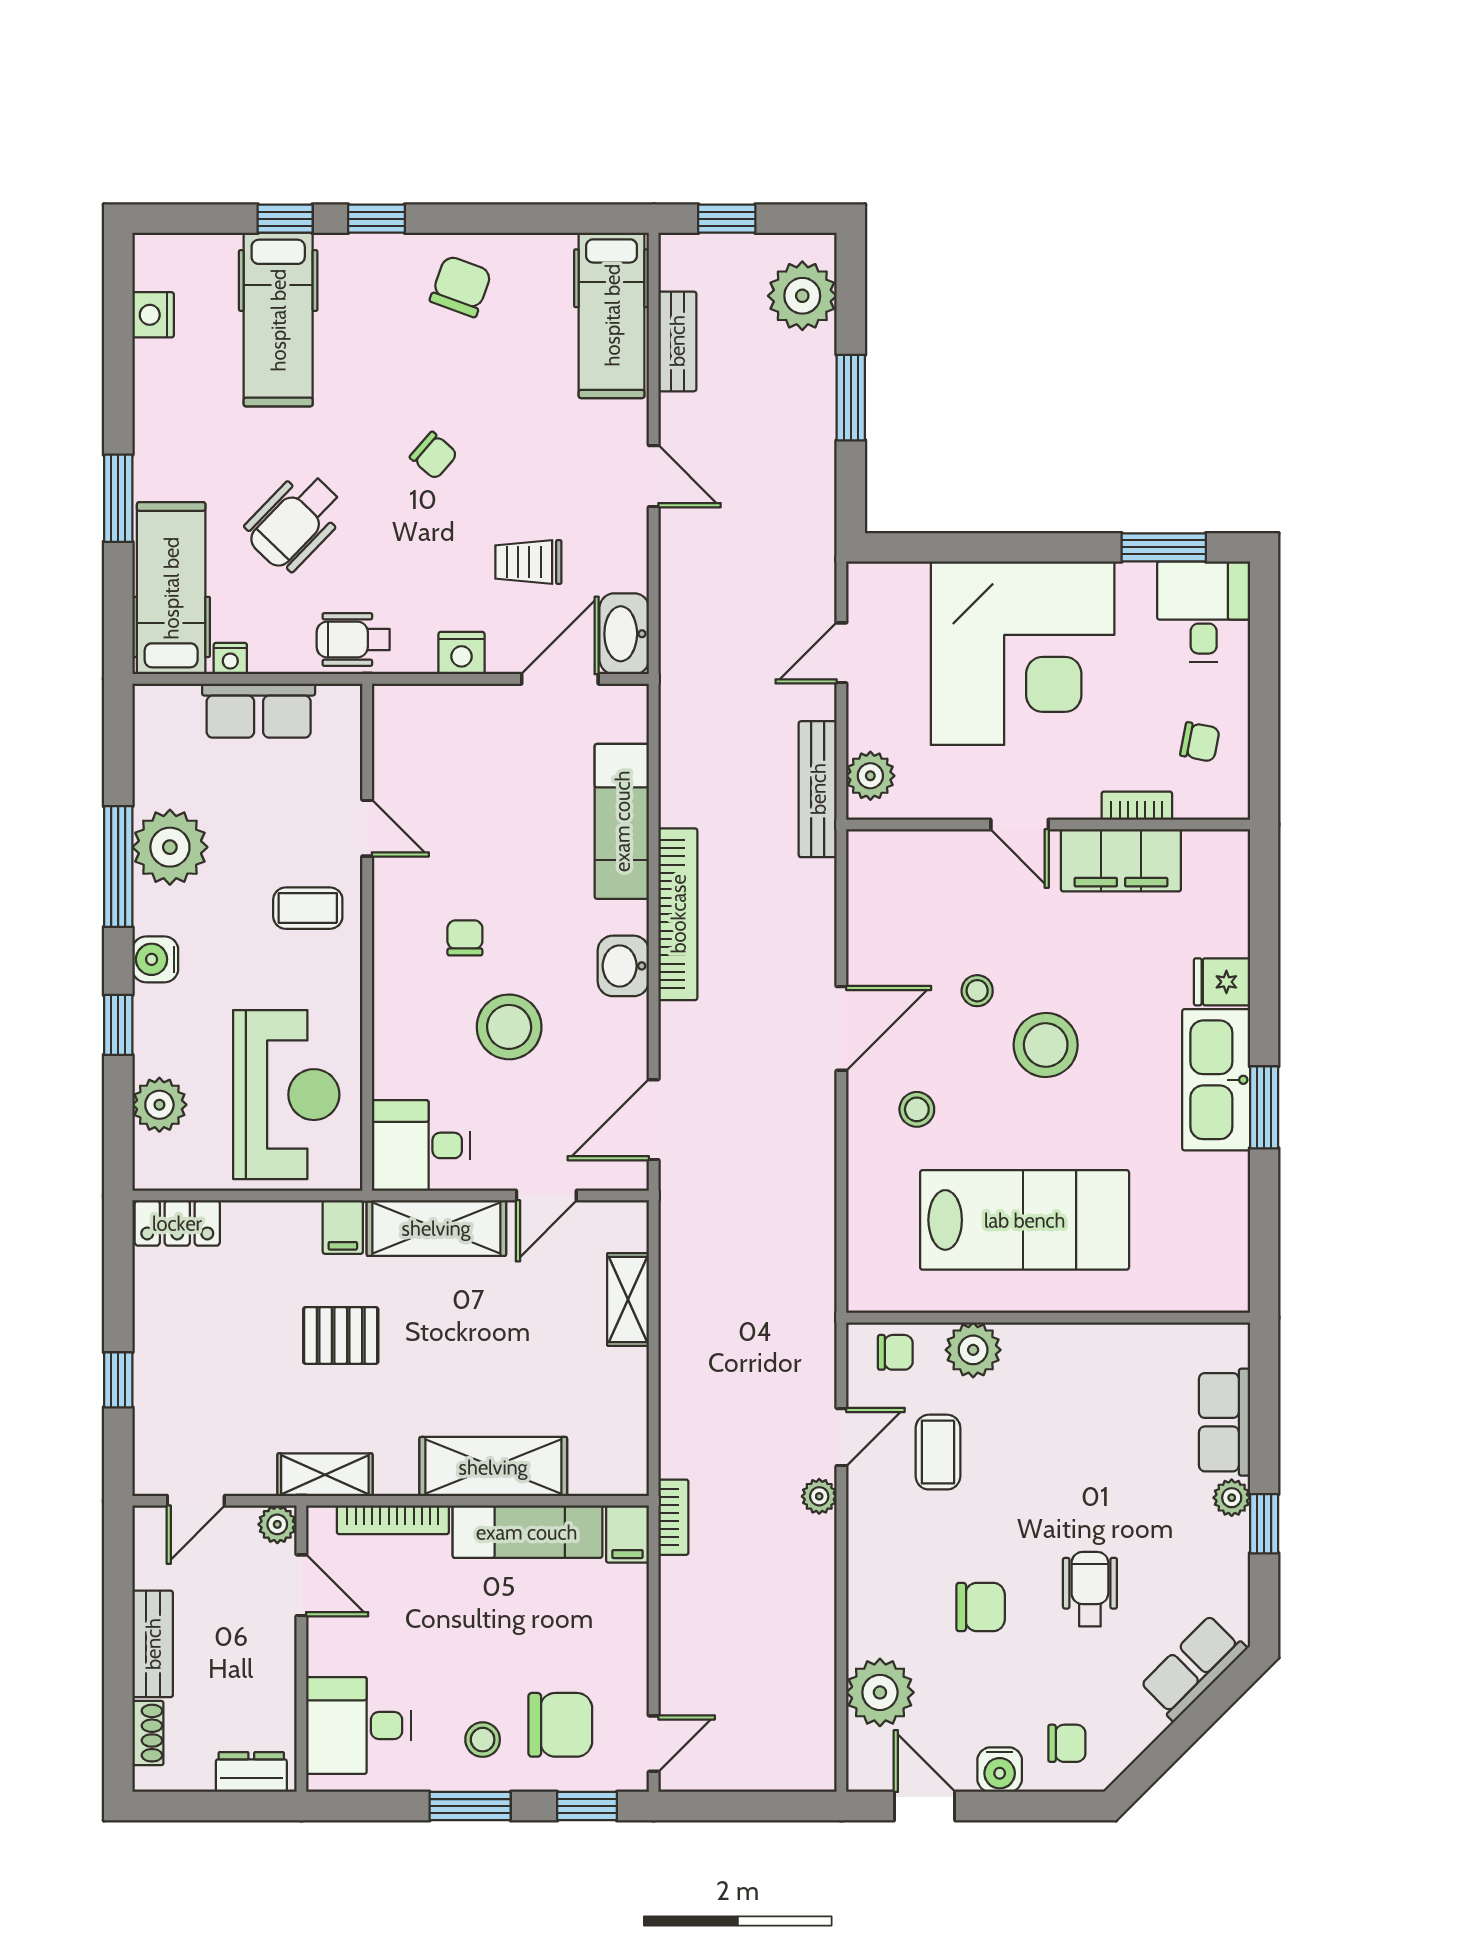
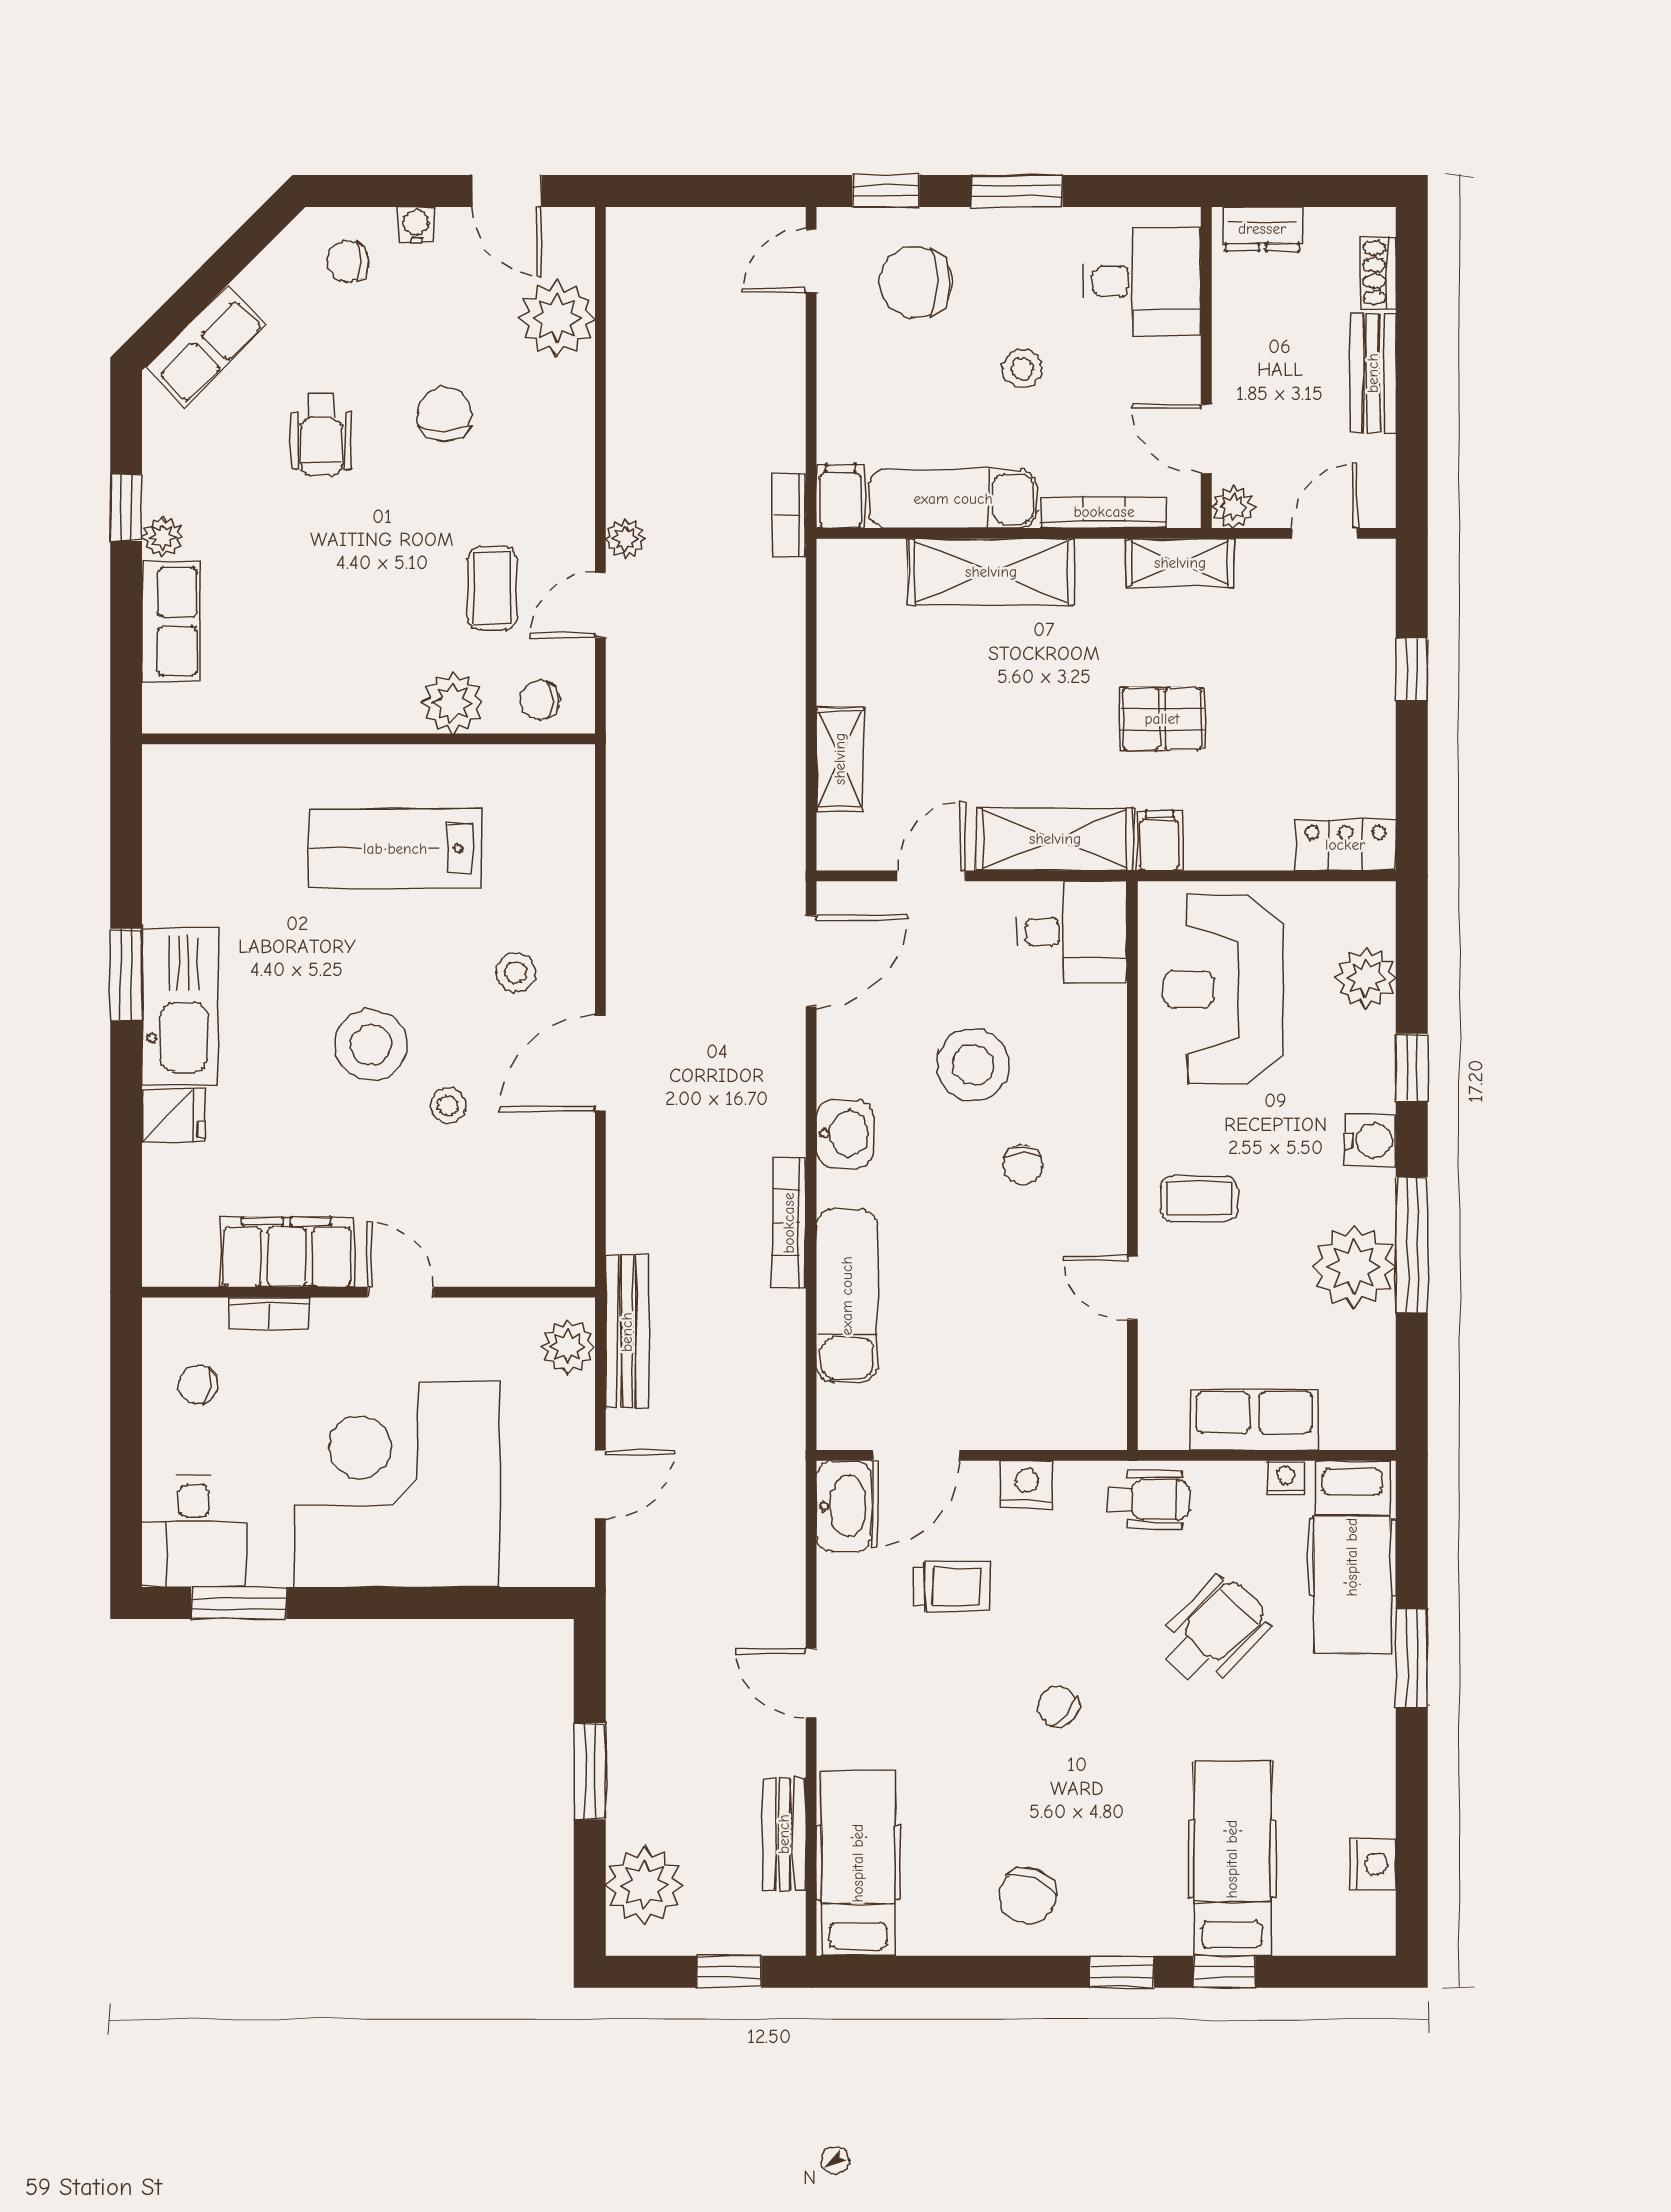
bookcase: (678, 914) -> (789, 1223), width x0.68, depth x0.76
lab bench: (1025, 1220) -> (395, 849), width x0.73, depth x0.72
chair: (981, 1607) -> (444, 414), turned 90
stool: (483, 1740) -> (1022, 368), moved
water cooler: (1000, 1770) -> (416, 225), width x0.72, depth x0.72

